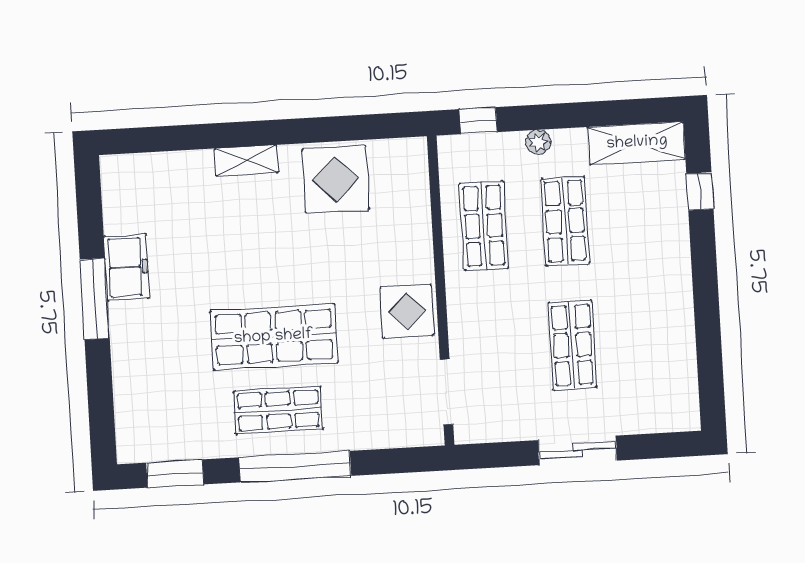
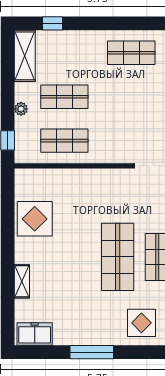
shelving: (246, 160) -> (22, 281), moved
freezer: (127, 267) -> (35, 334), moved
display table: (407, 311) -> (141, 323), moved
shop shelf: (572, 345) -> (131, 53), moved

